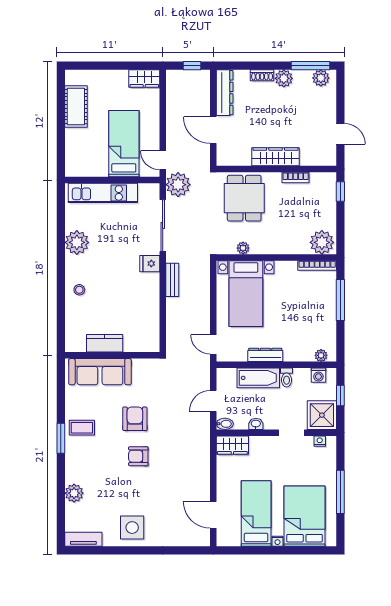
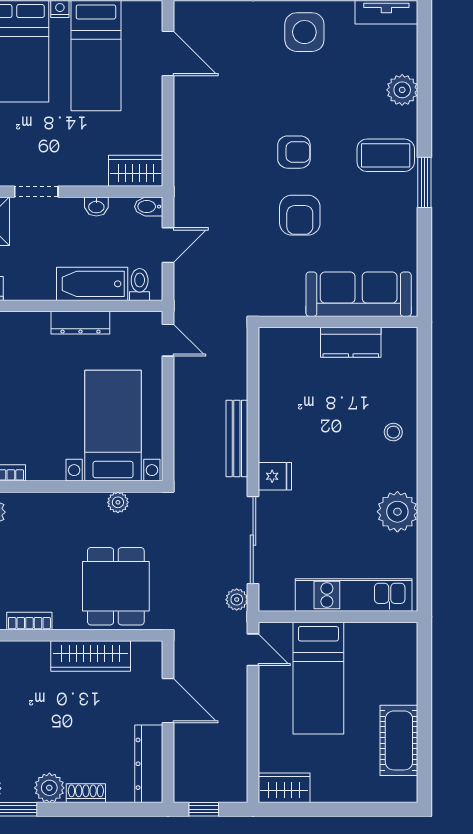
wardrobe: (276, 157) -> (91, 656), moved
plant: (178, 185) -> (237, 600), width x0.53, depth x0.53
bench: (172, 280) -> (237, 439), width x1.36
toilet: (287, 377) -> (140, 285), moved
coffee table: (82, 428) -> (386, 155), moved, width x1.36, depth x1.30

